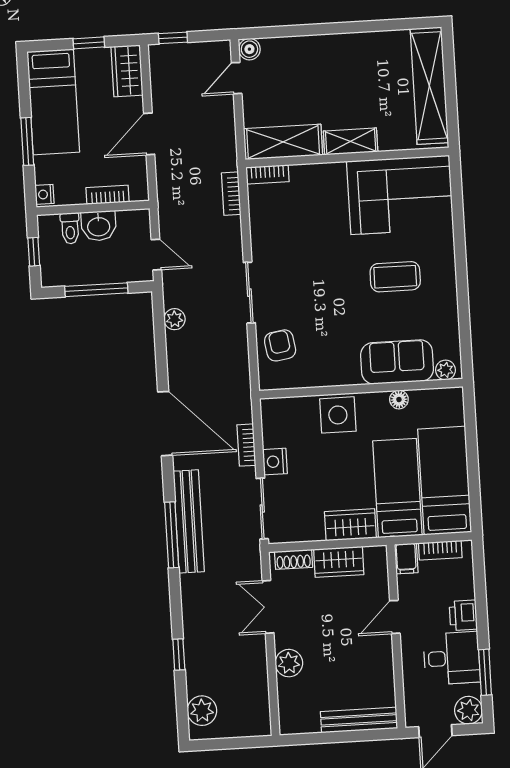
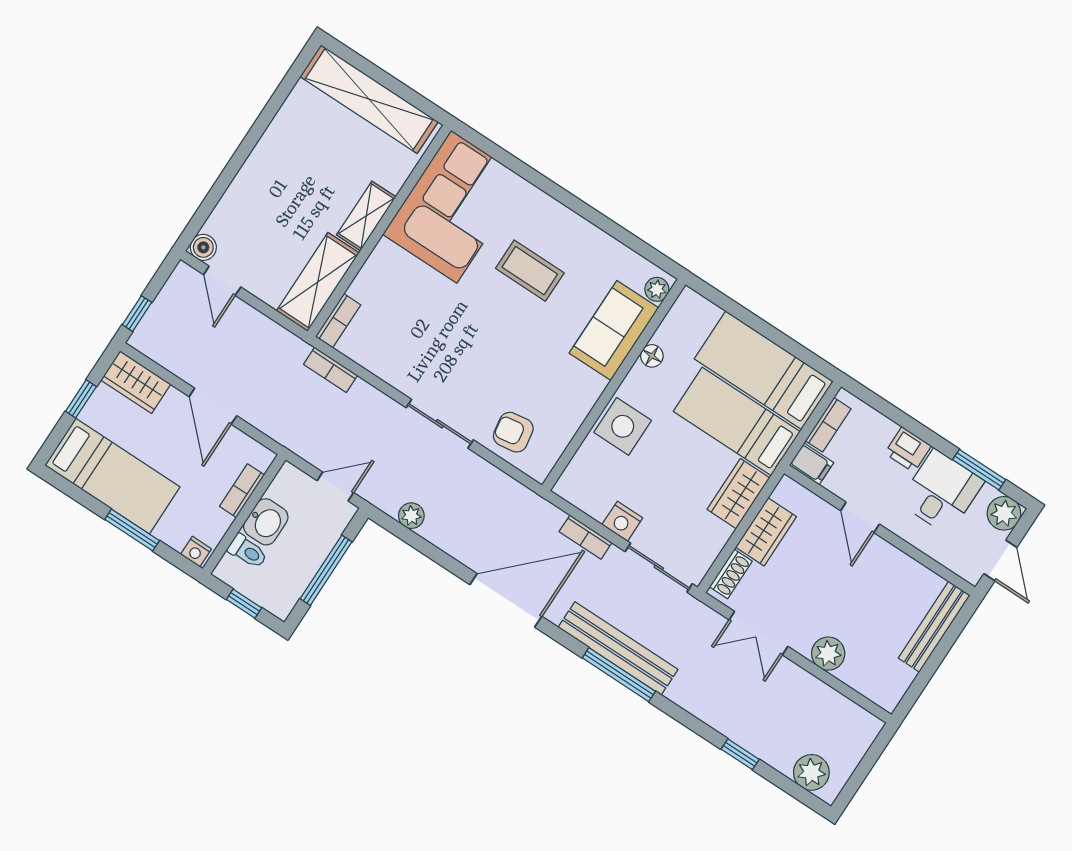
coffee table: (395, 277) -> (530, 271), turned 90

